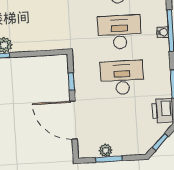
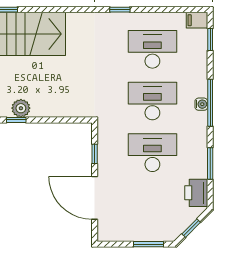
plant: (106, 150) -> (129, 234), removed
window: (109, 159) -> (148, 244), moved

